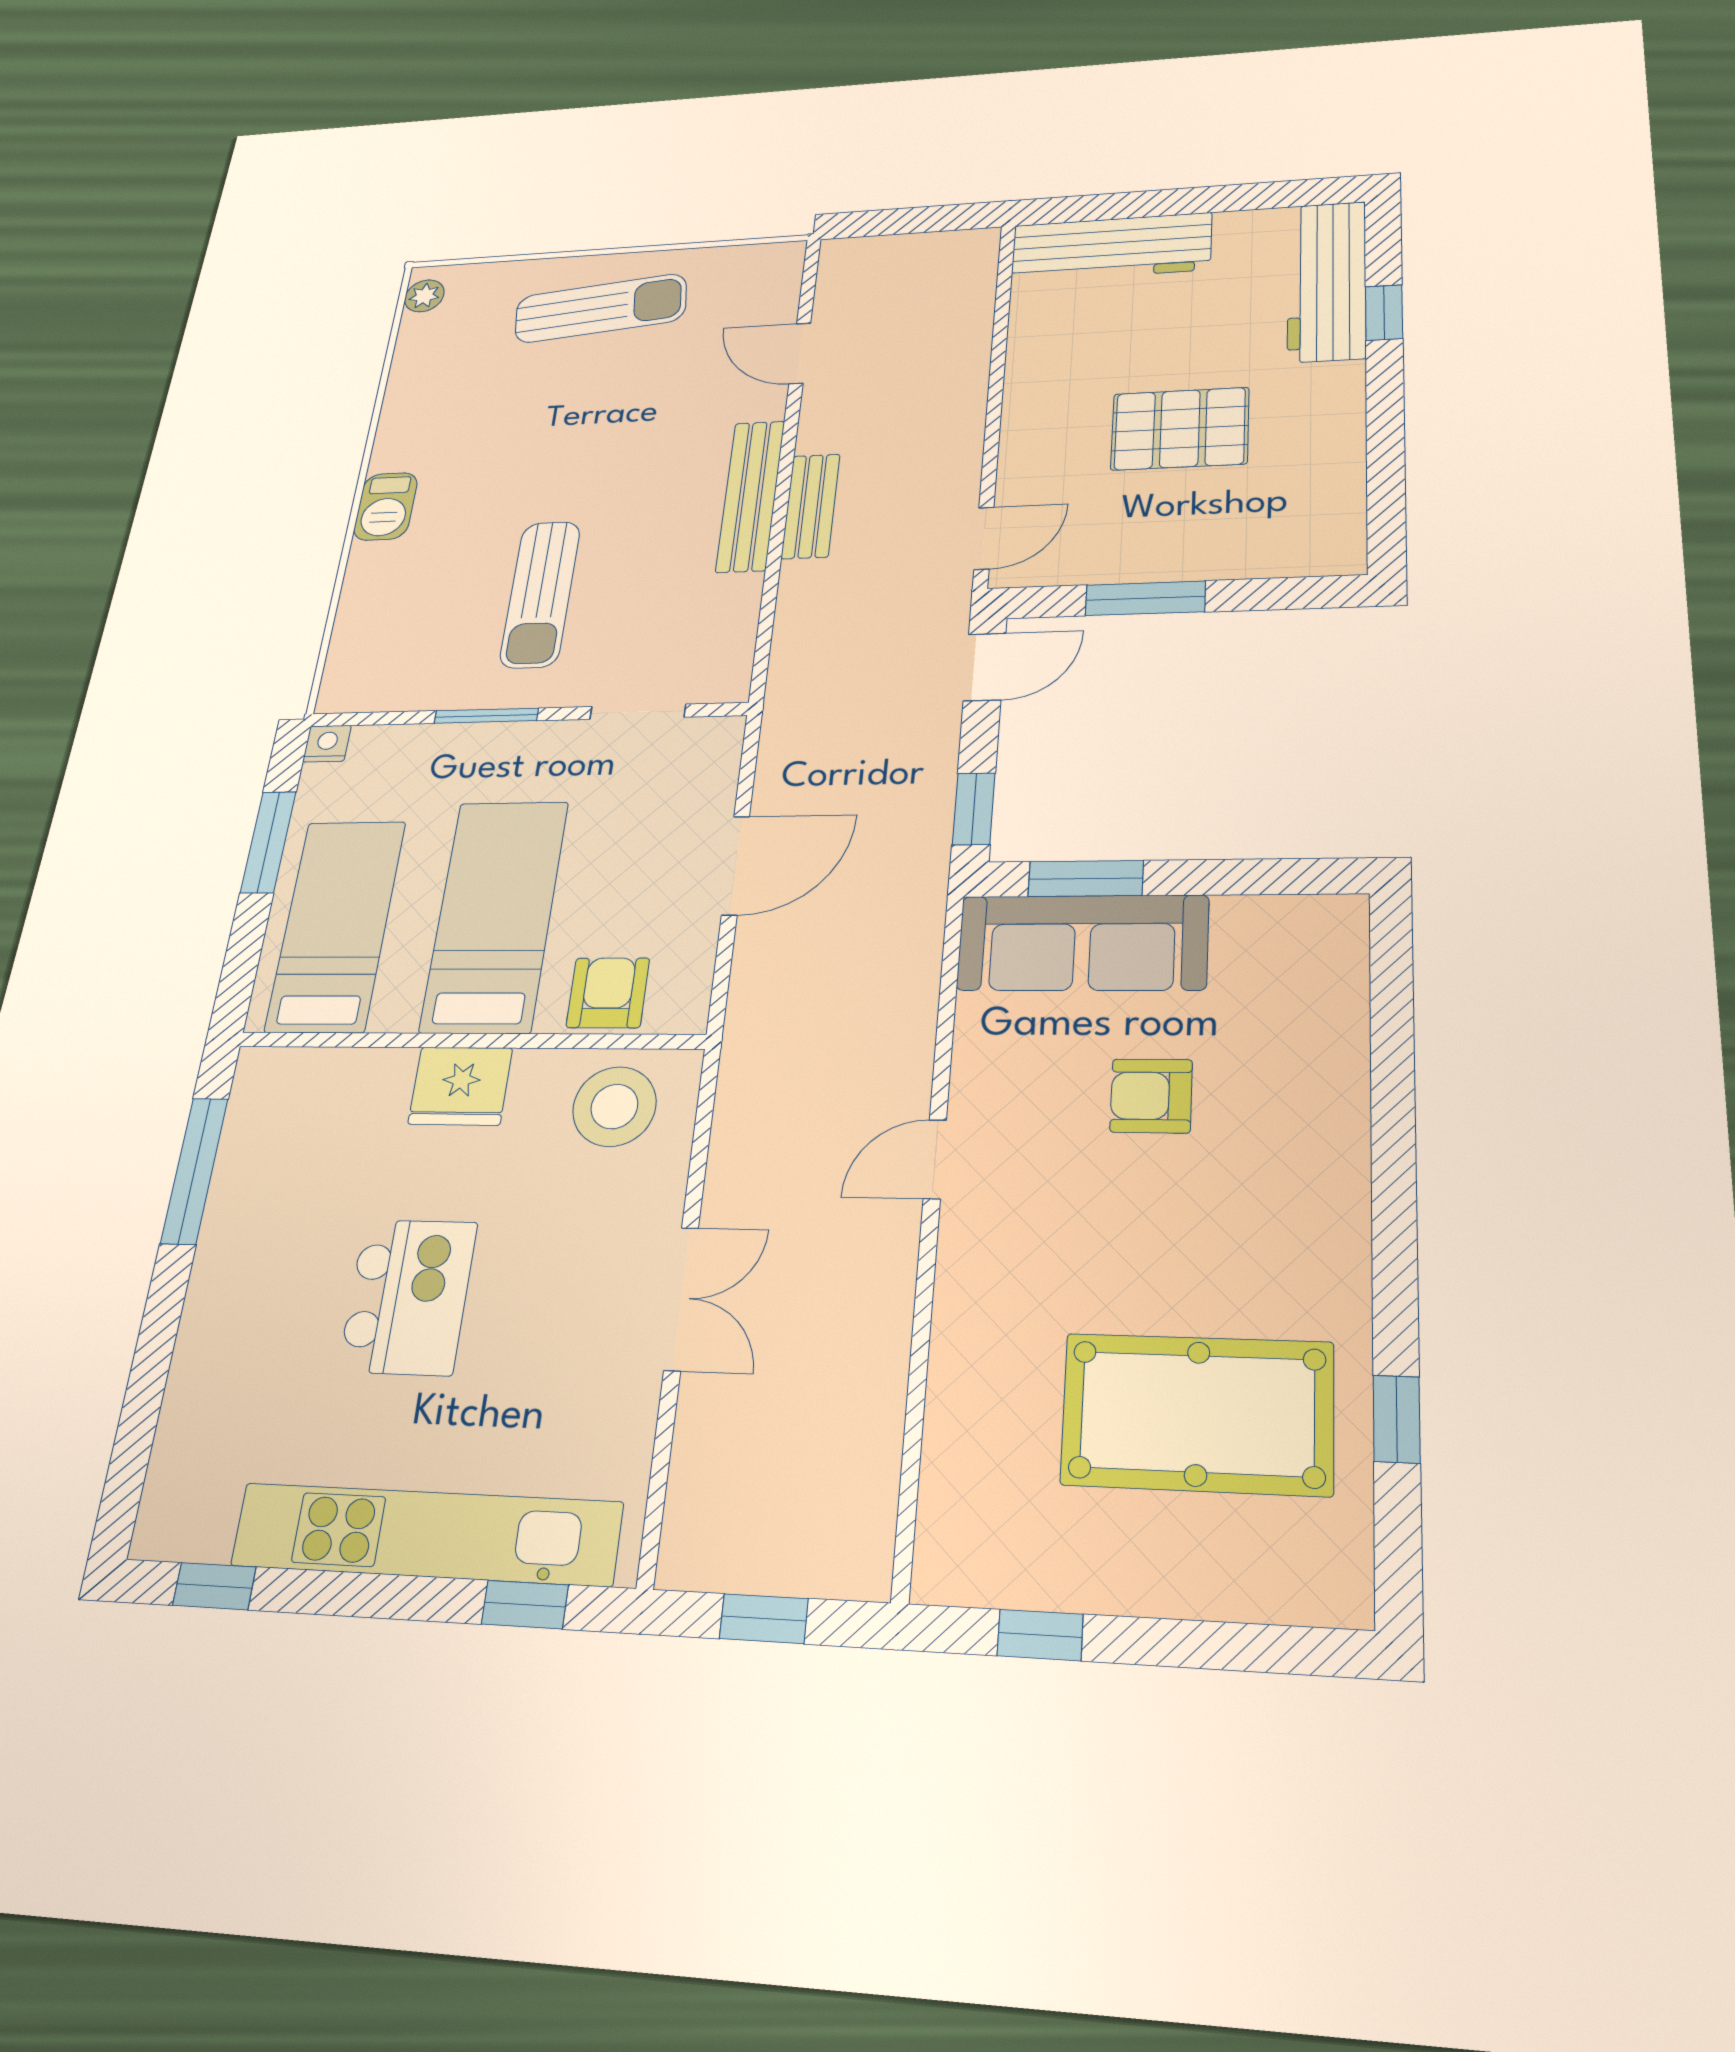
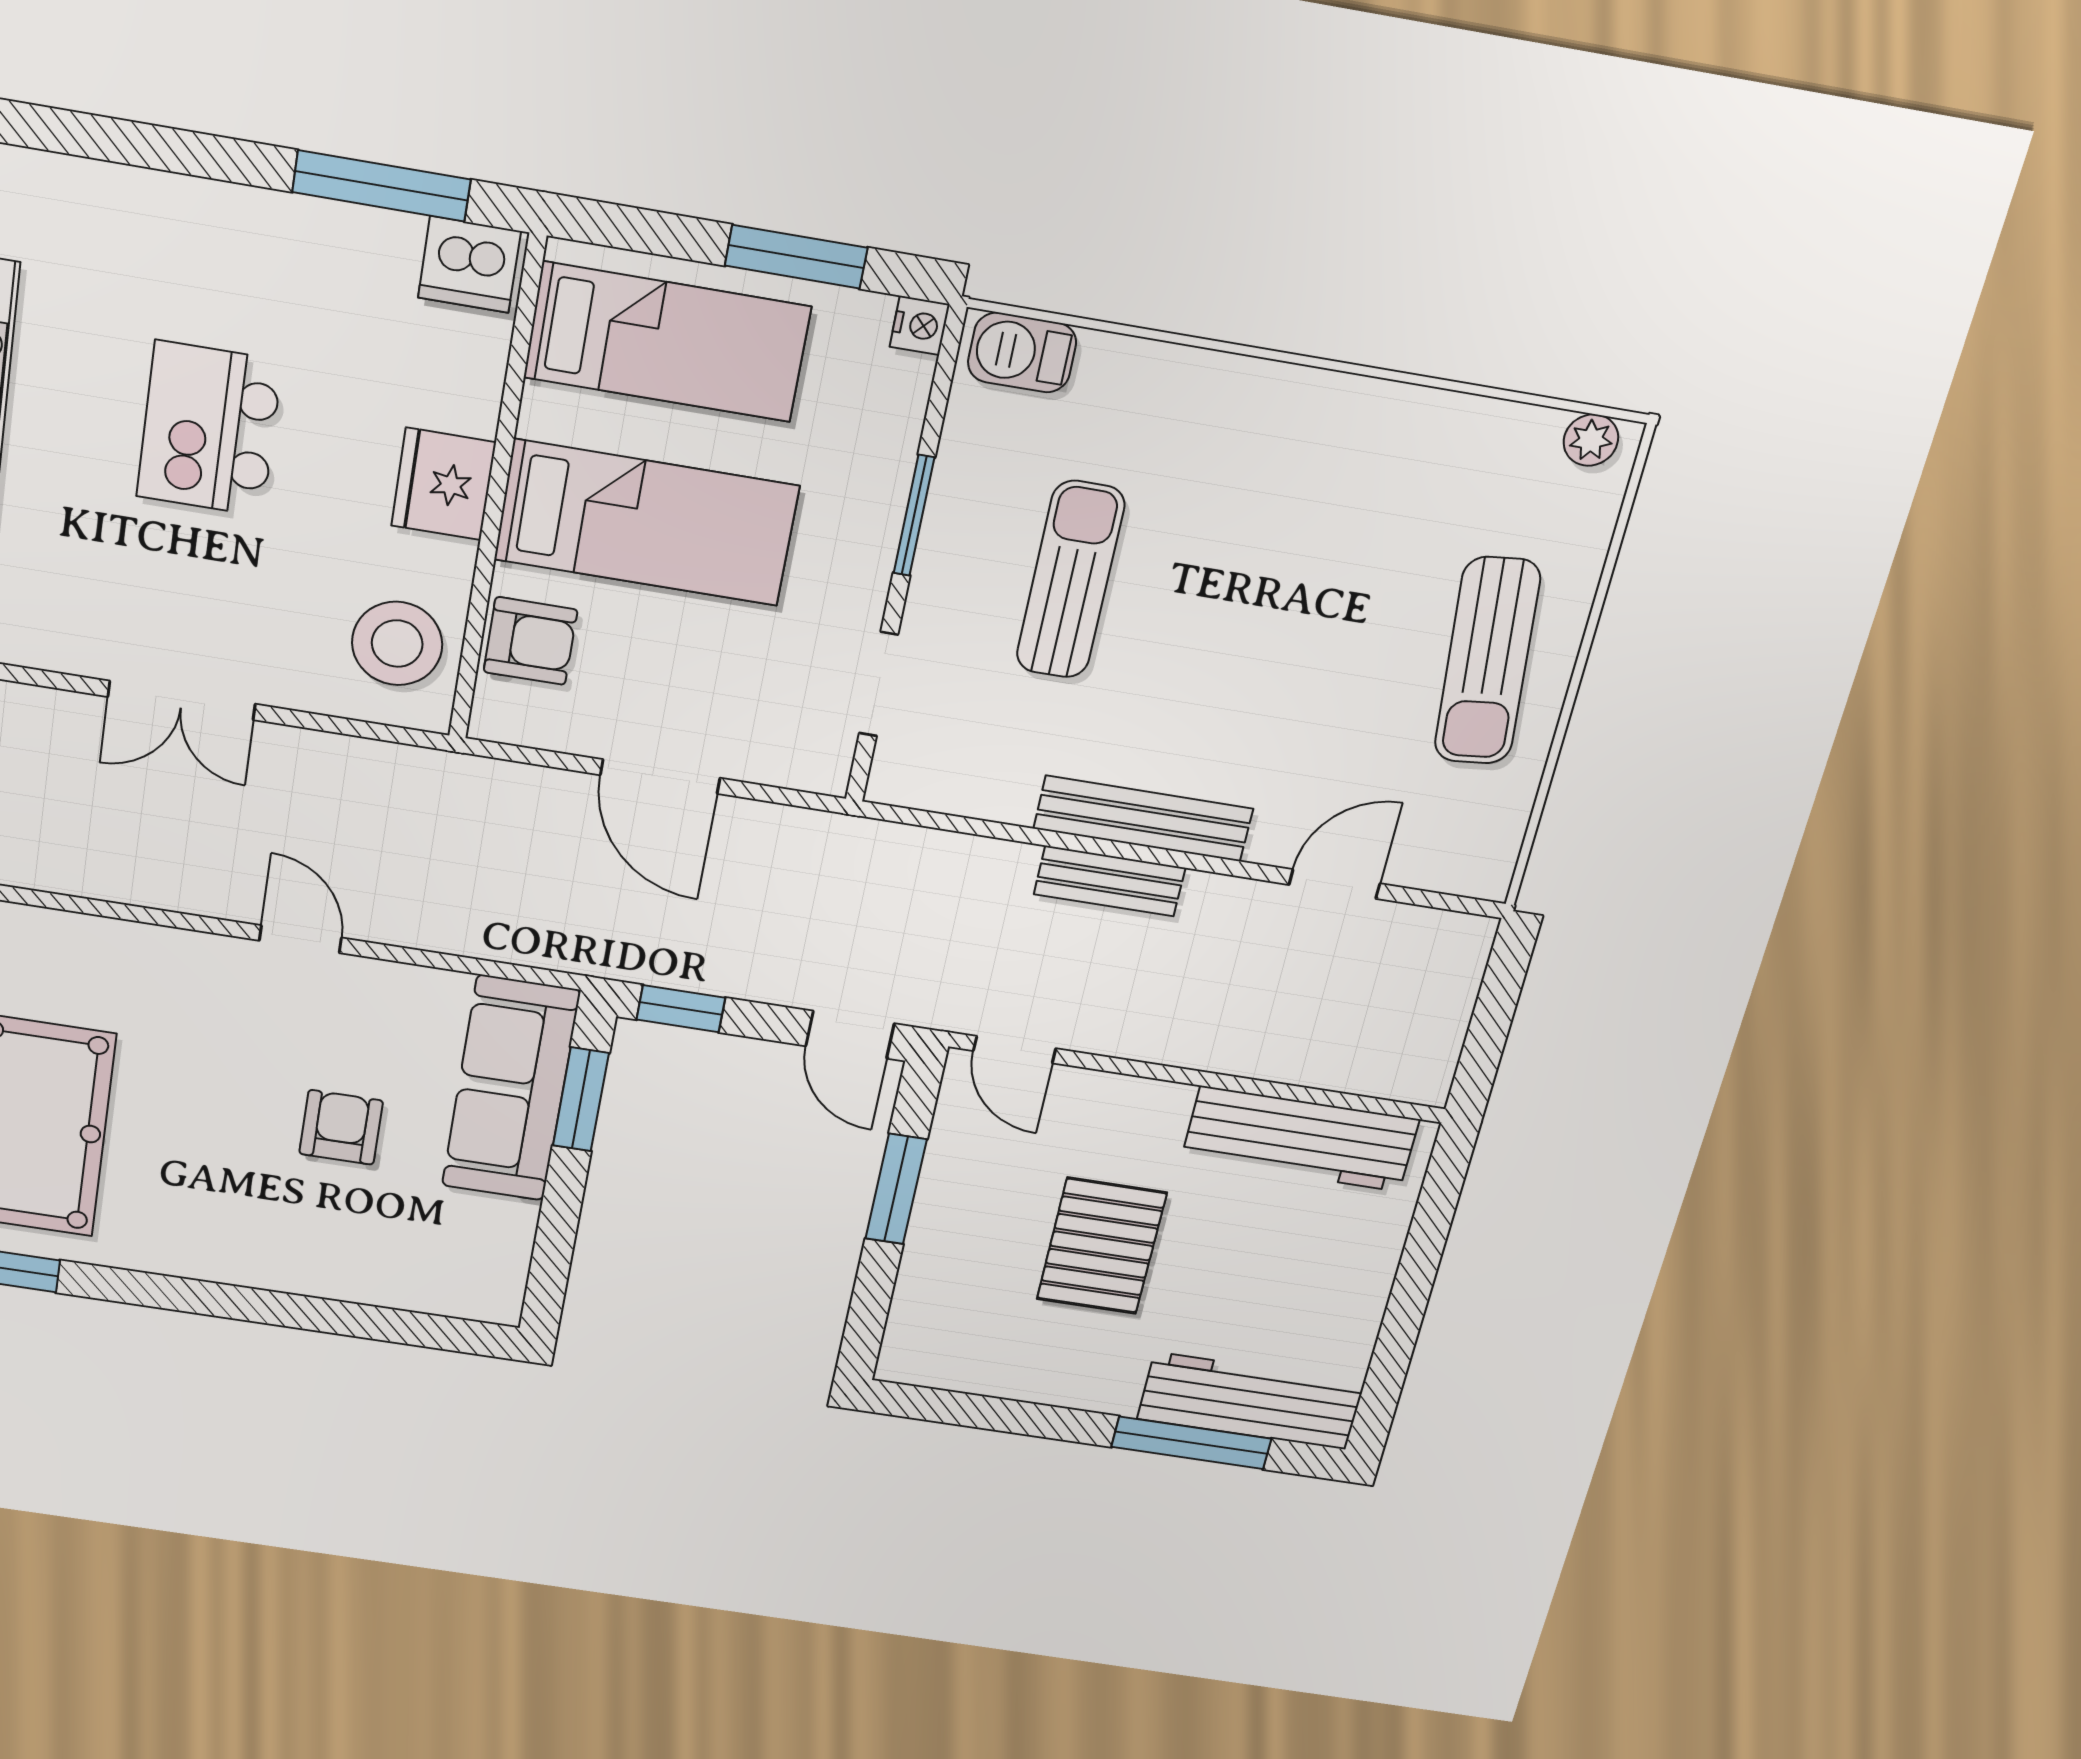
workbench: (1111, 247) -> (1300, 1139), moved, turned -90
window: (1384, 313) -> (1191, 1443), width x2.17
barbecue: (386, 506) -> (1022, 353), moved
sun lounger: (540, 594) -> (1070, 580), turned 90
dishwasher: (265, 1090) -> (469, 264), added
kitchen island: (408, 1297) -> (209, 429), turned 90

